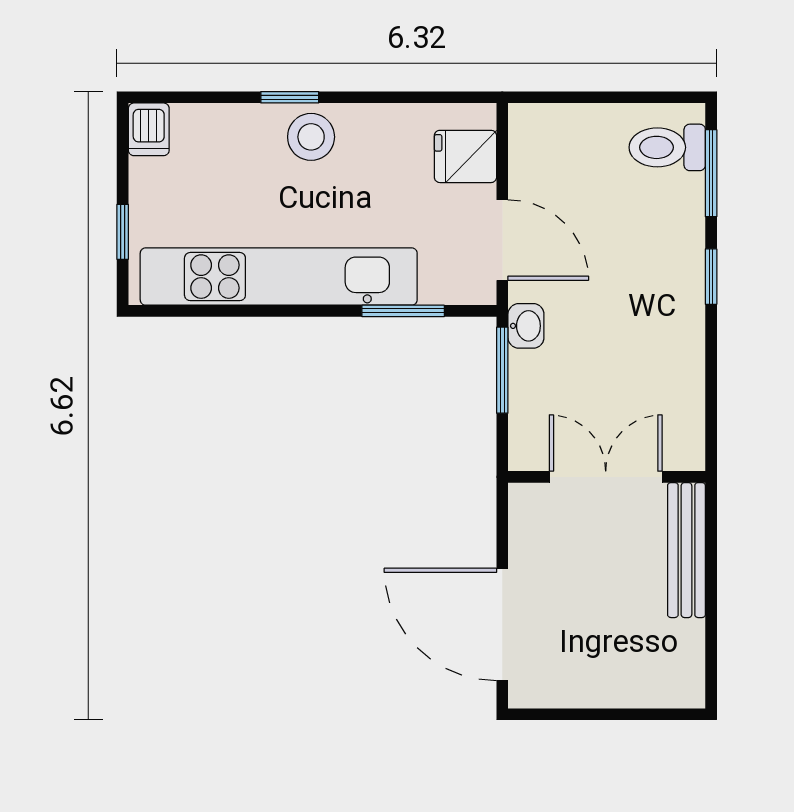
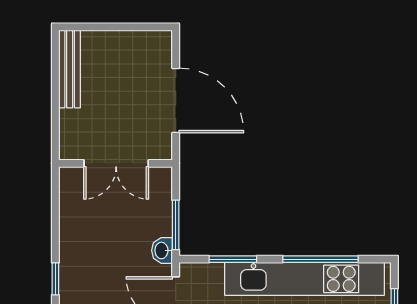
window: (251, 311) -> (321, 259), added
bench: (686, 550) -> (70, 69), moved
door: (502, 624) -> (176, 101), moved

